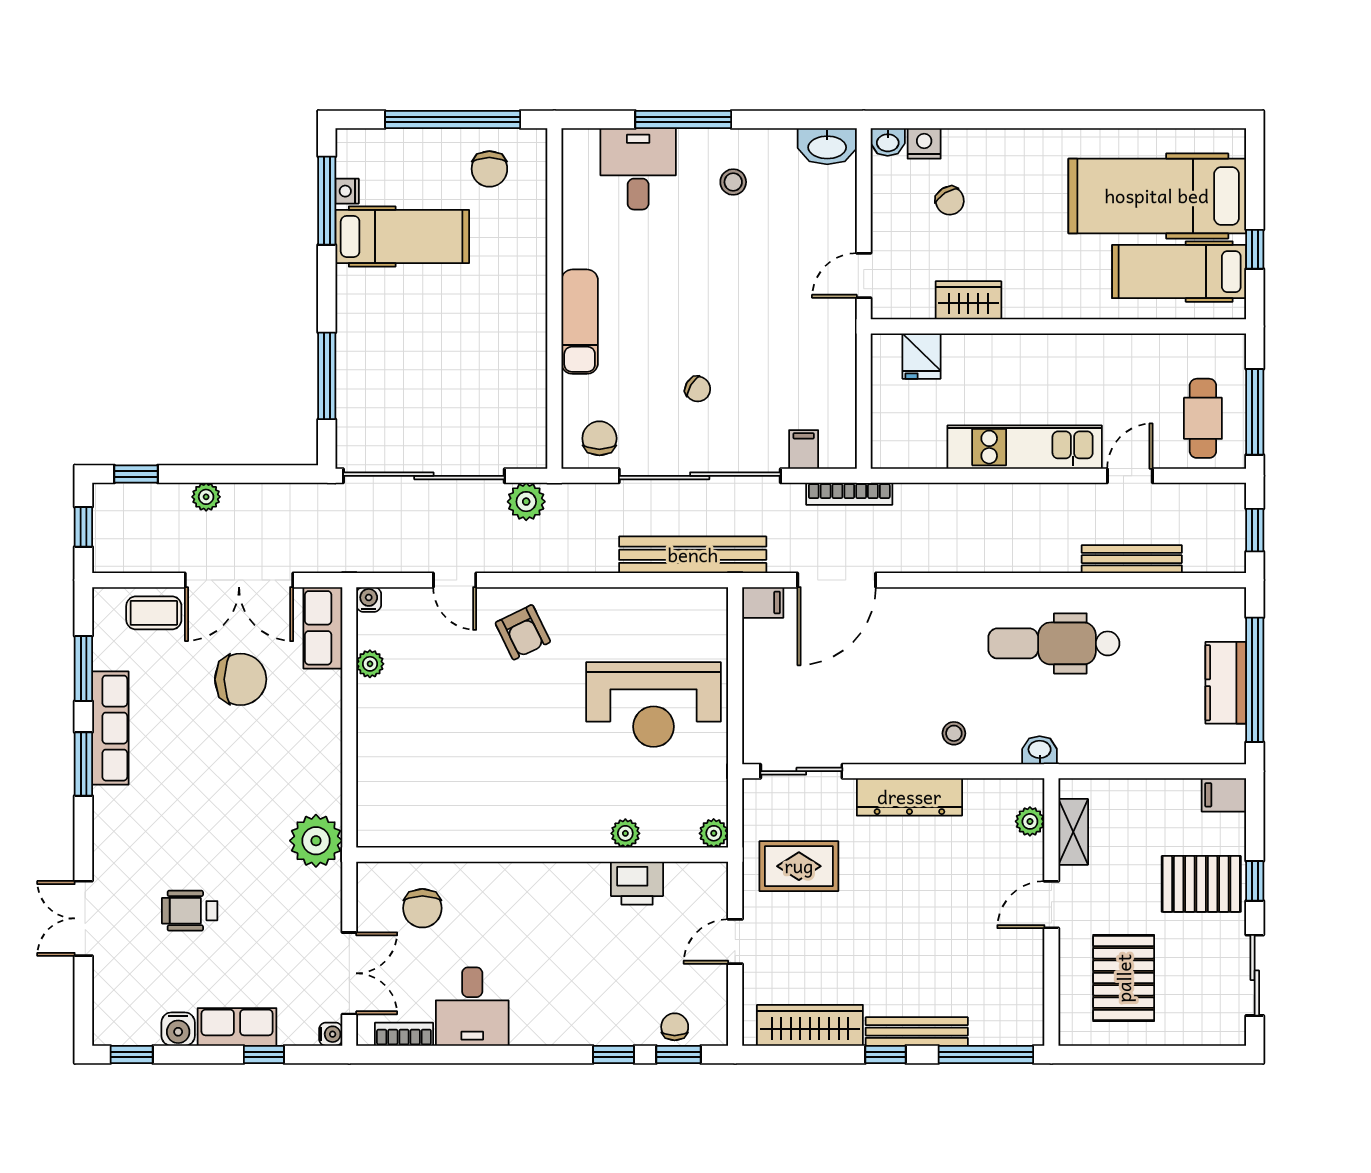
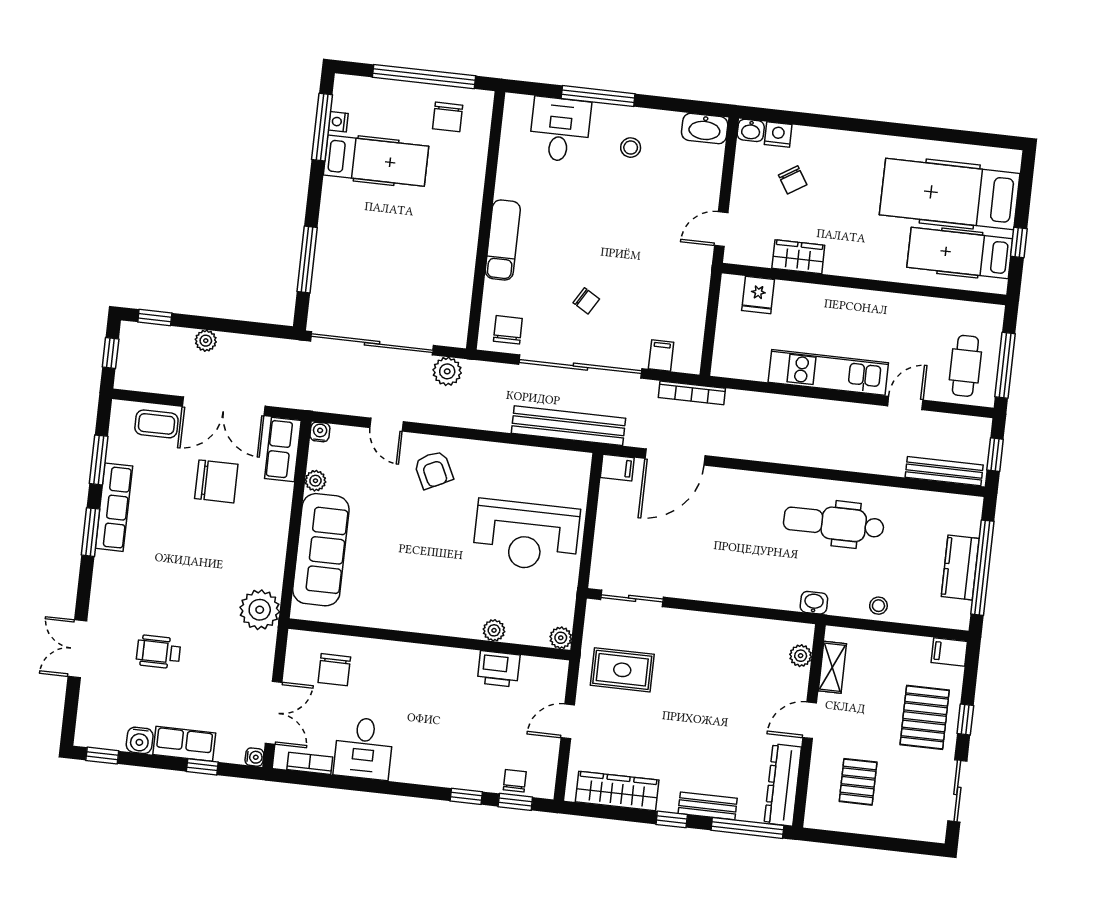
bench: (1132, 559) -> (944, 471), moved
stool: (954, 733) -> (878, 606), moved
sofa: (387, 753) -> (321, 550), added
dresser: (909, 797) -> (783, 785), moved, turned 90
pallet: (1201, 884) -> (925, 717), turned 90
pallet: (1124, 978) -> (858, 782), width x0.67, depth x0.71
bench: (917, 1032) -> (708, 806), width x0.73

